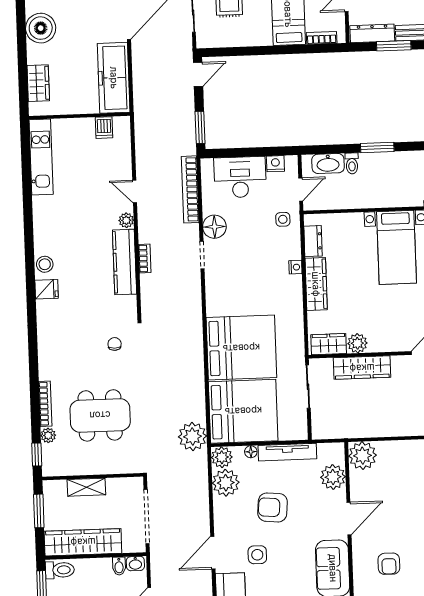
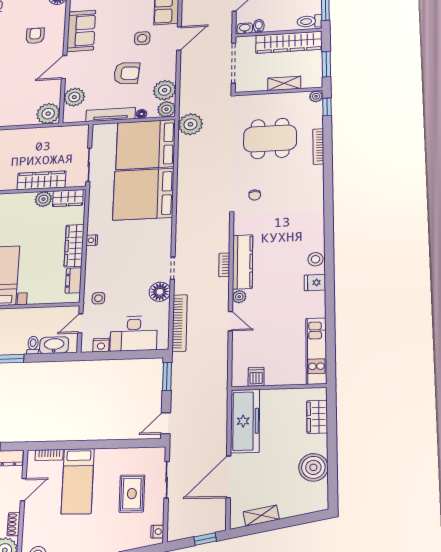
nightstand: (295, 267) -> (92, 240), moved
fridge: (47, 289) -> (315, 283), moved
plant: (48, 435) -> (316, 96), moved

